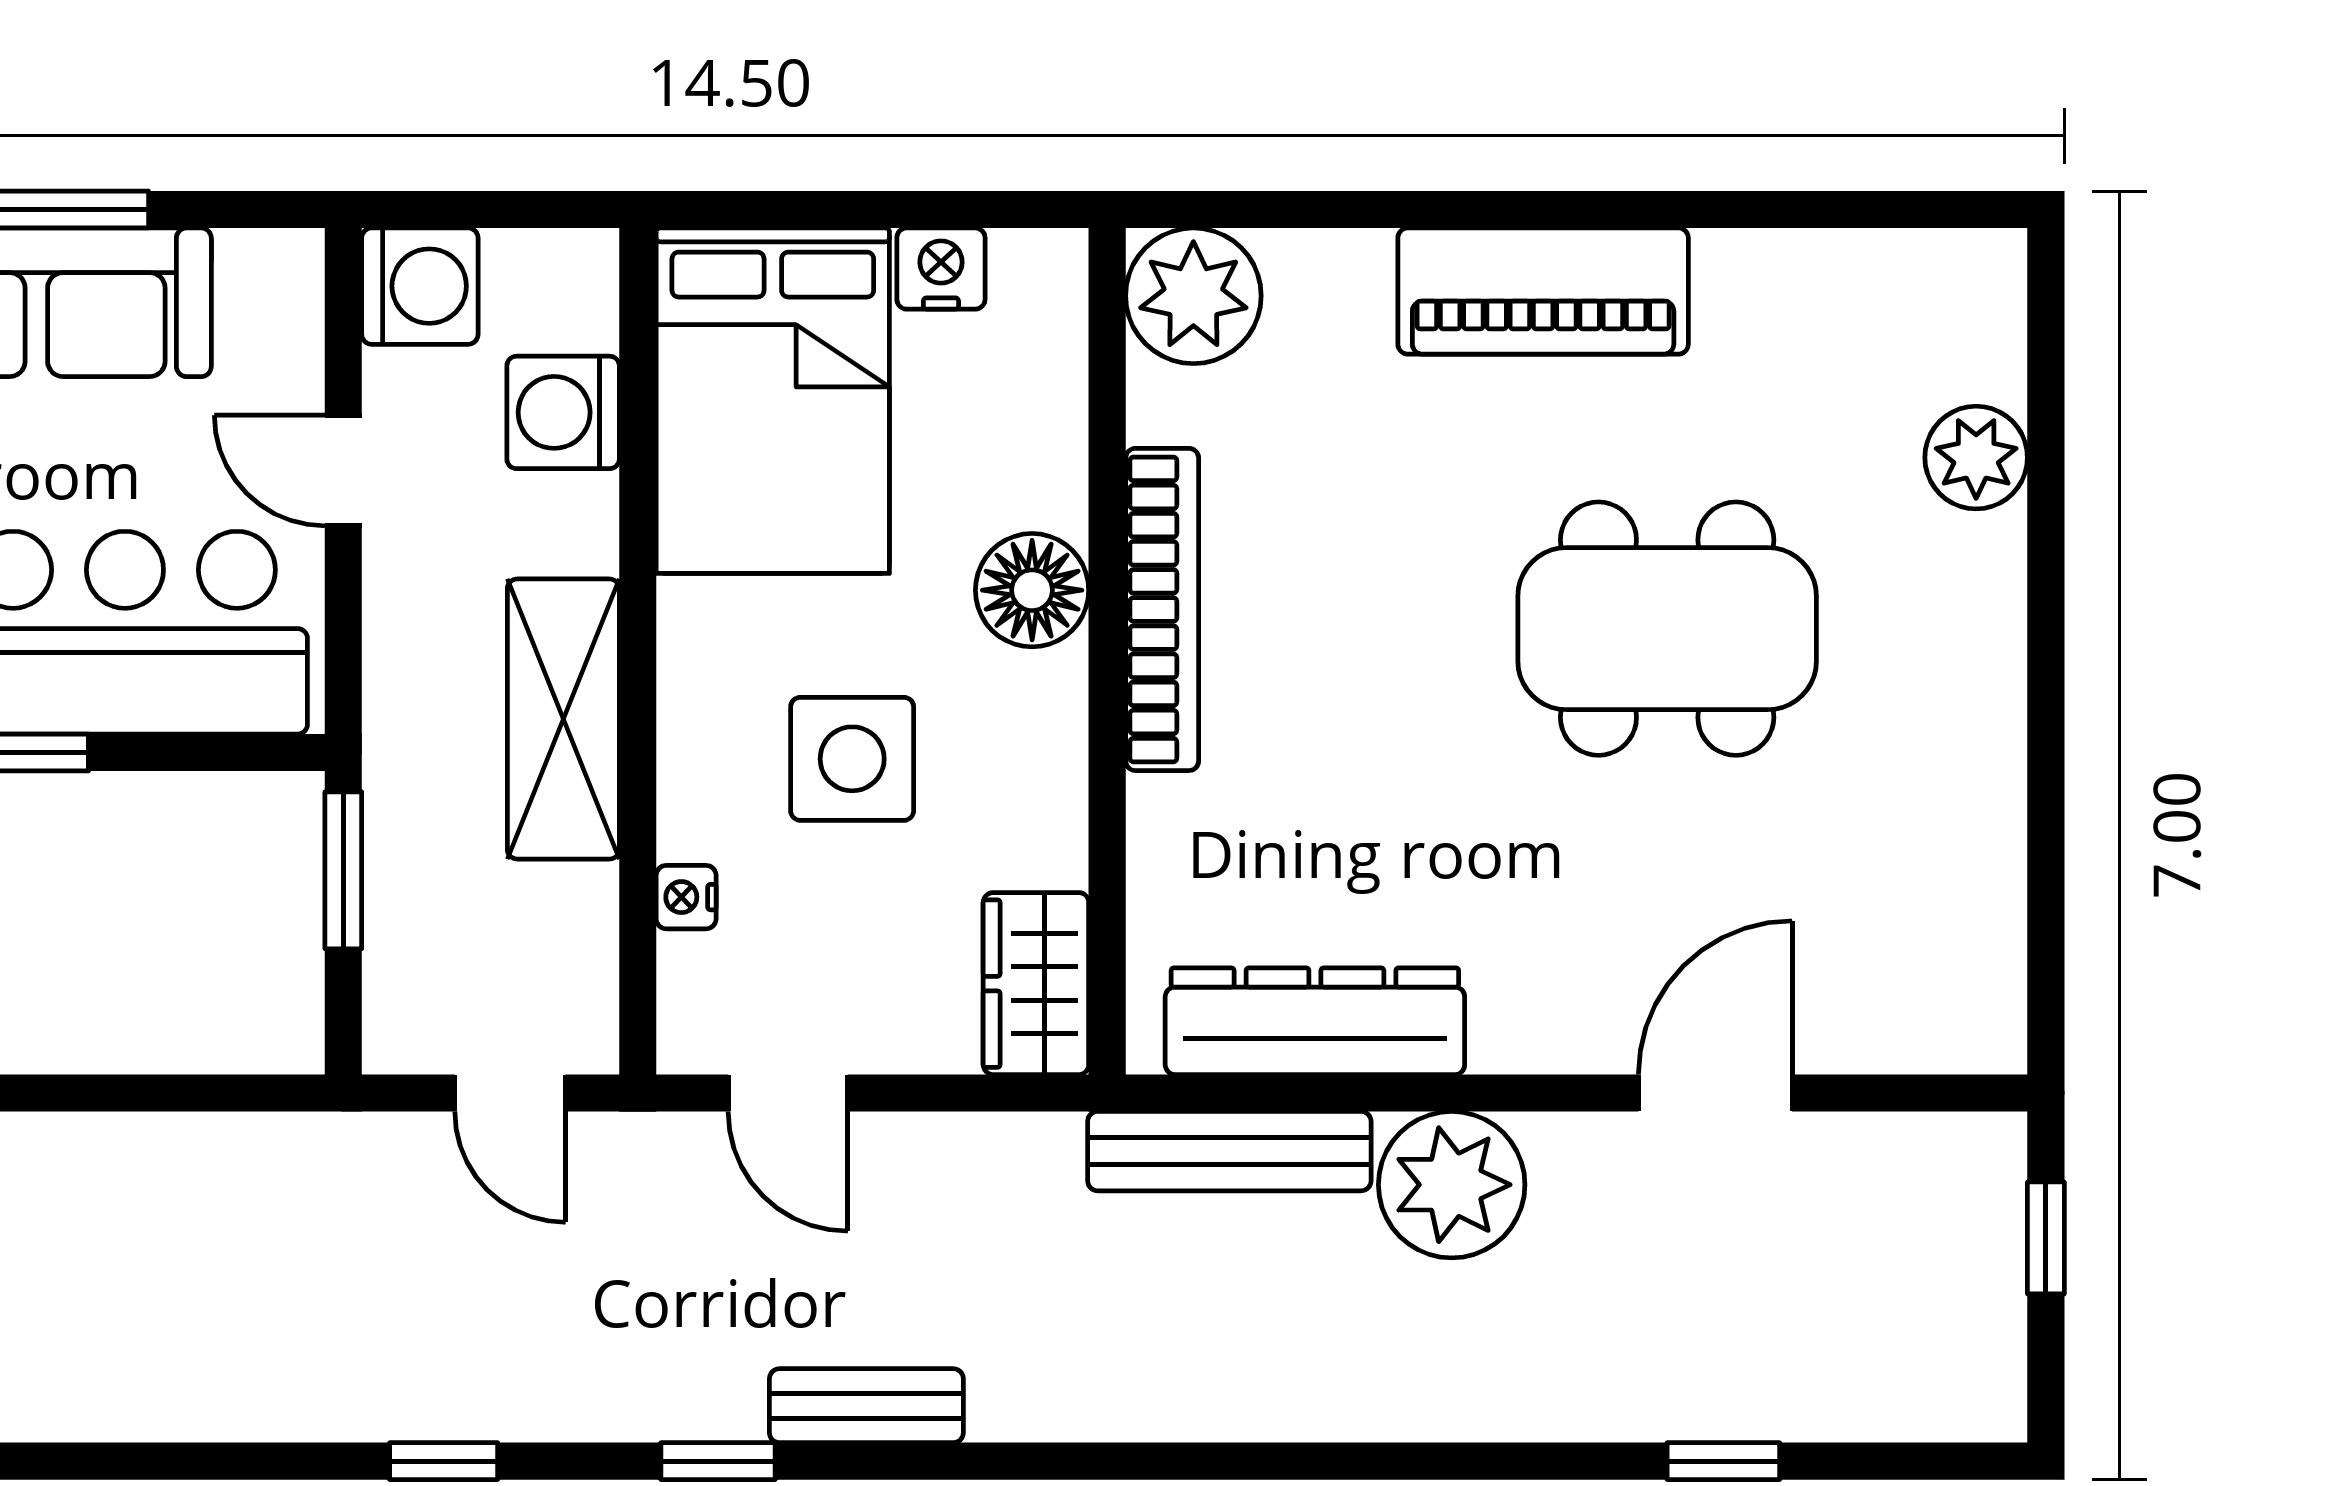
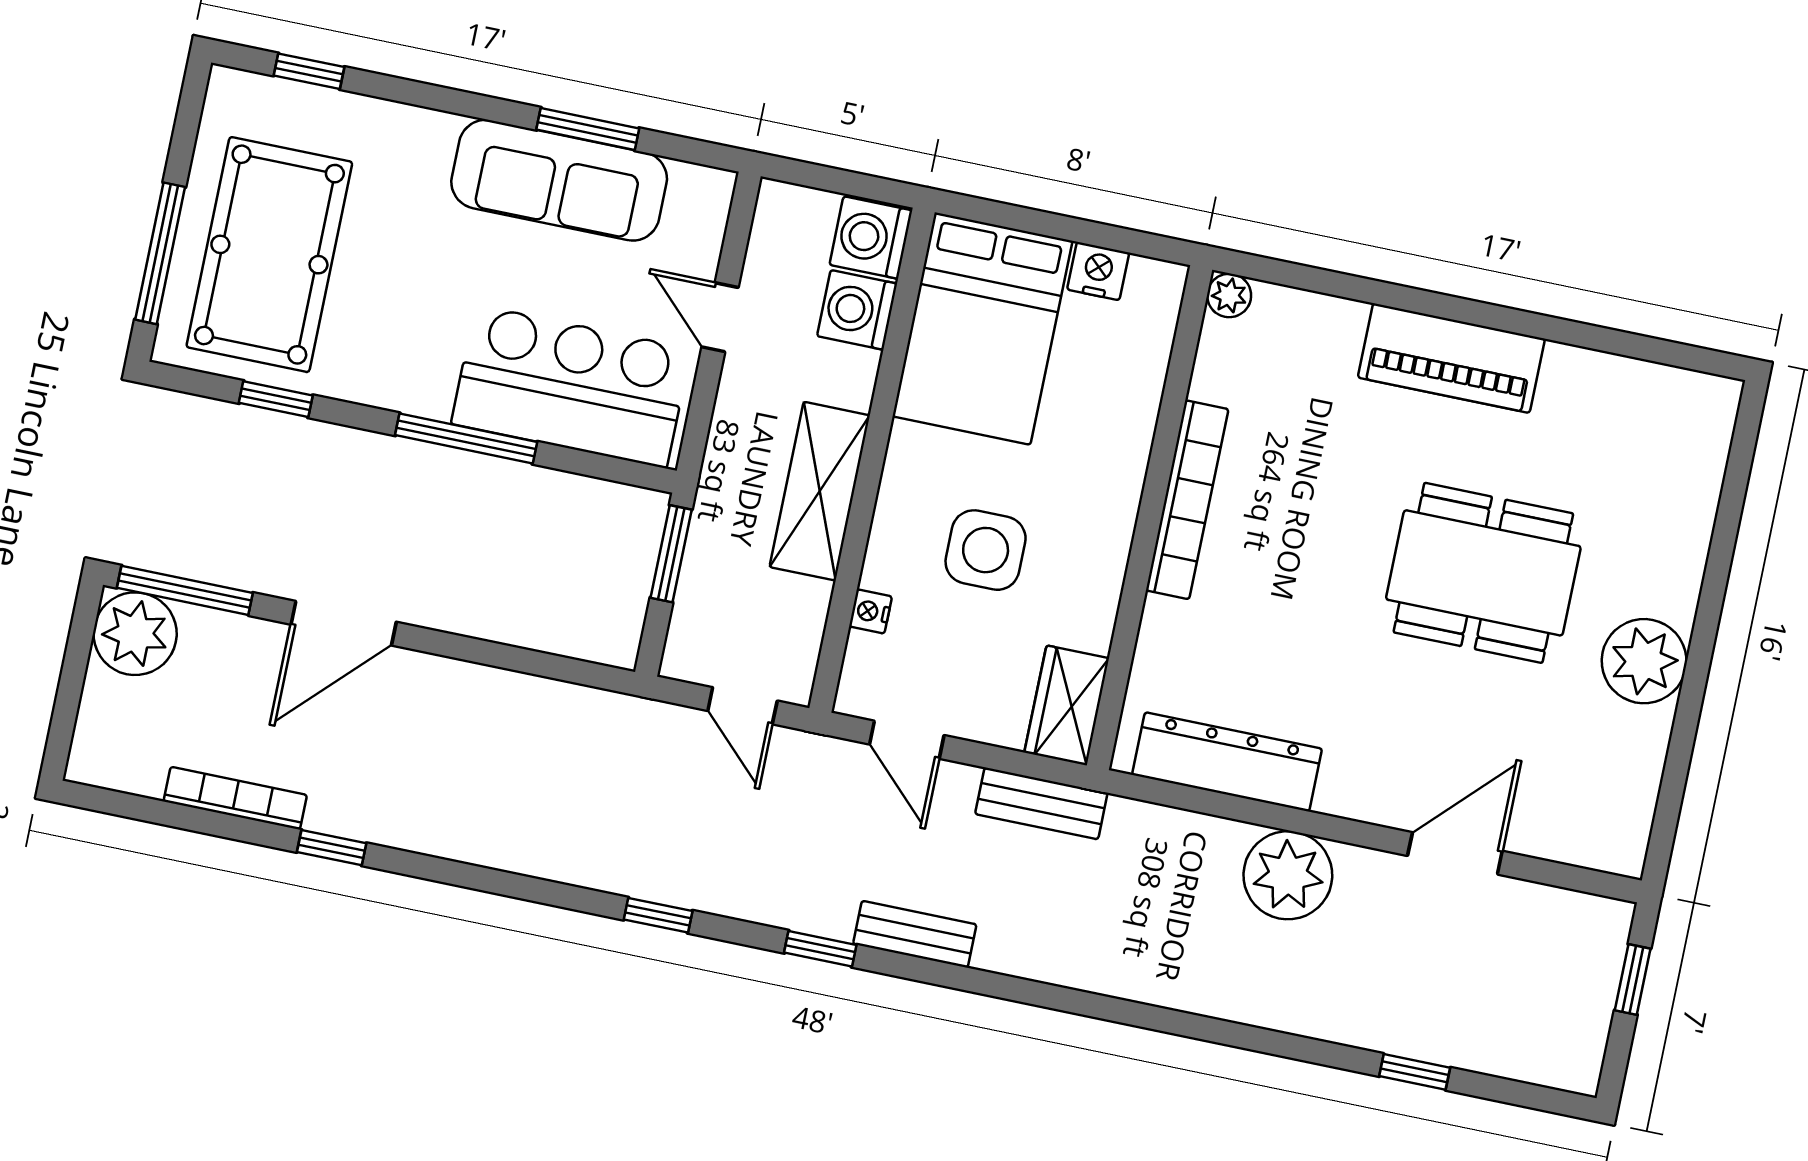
washing machine: (420, 286) -> (871, 238), moved, turned 180
plant: (1193, 296) -> (1229, 295), width x0.53, depth x0.53
plant: (1976, 458) -> (1644, 661), moved, width x1.36, depth x1.36
floor lamp: (1032, 590) -> (1113, 472), removed
bench: (1229, 1151) -> (1041, 803), moved, width x0.73

